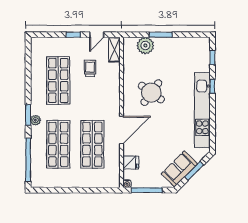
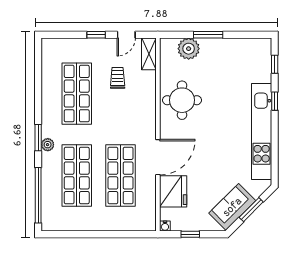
round table: (151, 93) -> (182, 100), moved, turned -36
fridge: (131, 162) -> (173, 191), width x1.88, depth x1.34
window: (147, 190) -> (190, 234), width x0.46

